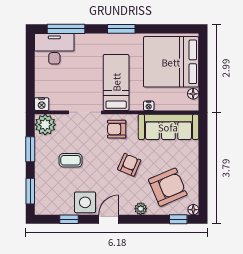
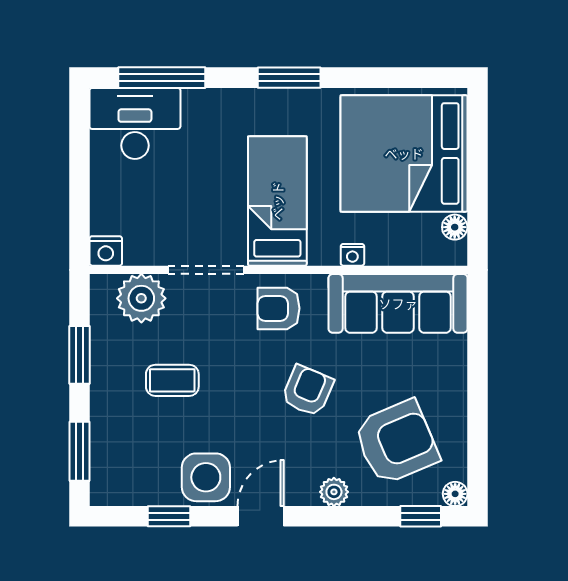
plant: (45, 125) -> (141, 298), moved

